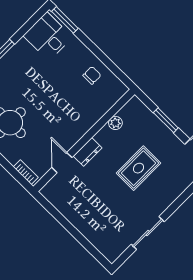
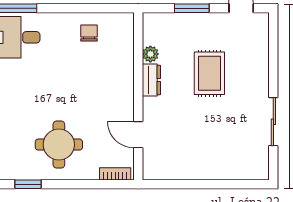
dresser: (88, 152) -> (151, 80), moved

